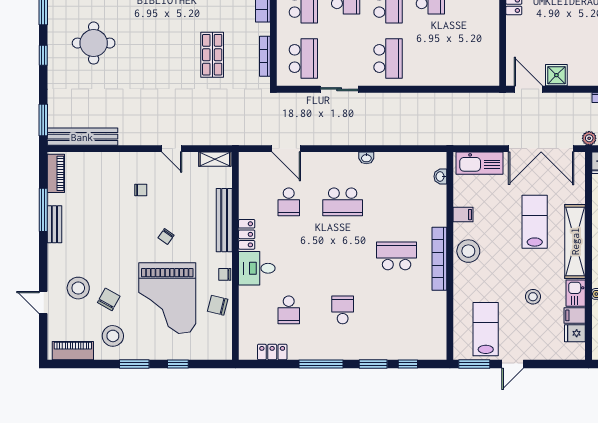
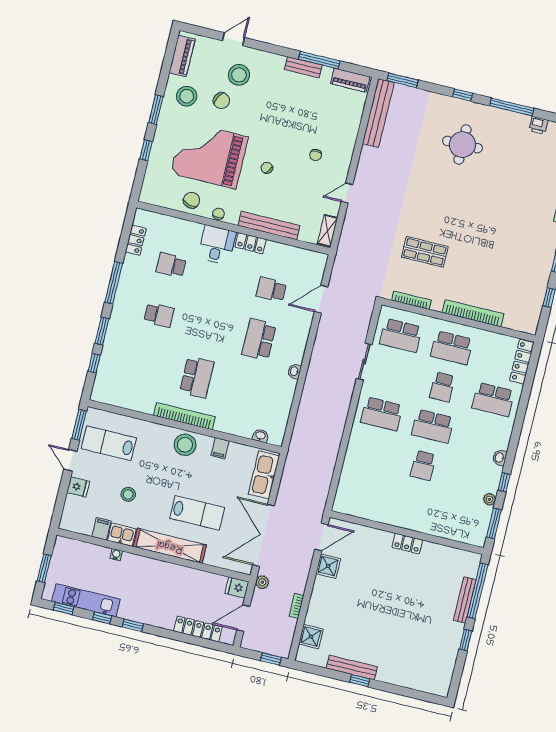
lab bench: (486, 329) -> (109, 443), turned 180
fridge: (575, 333) -> (78, 487), moved, turned 90

